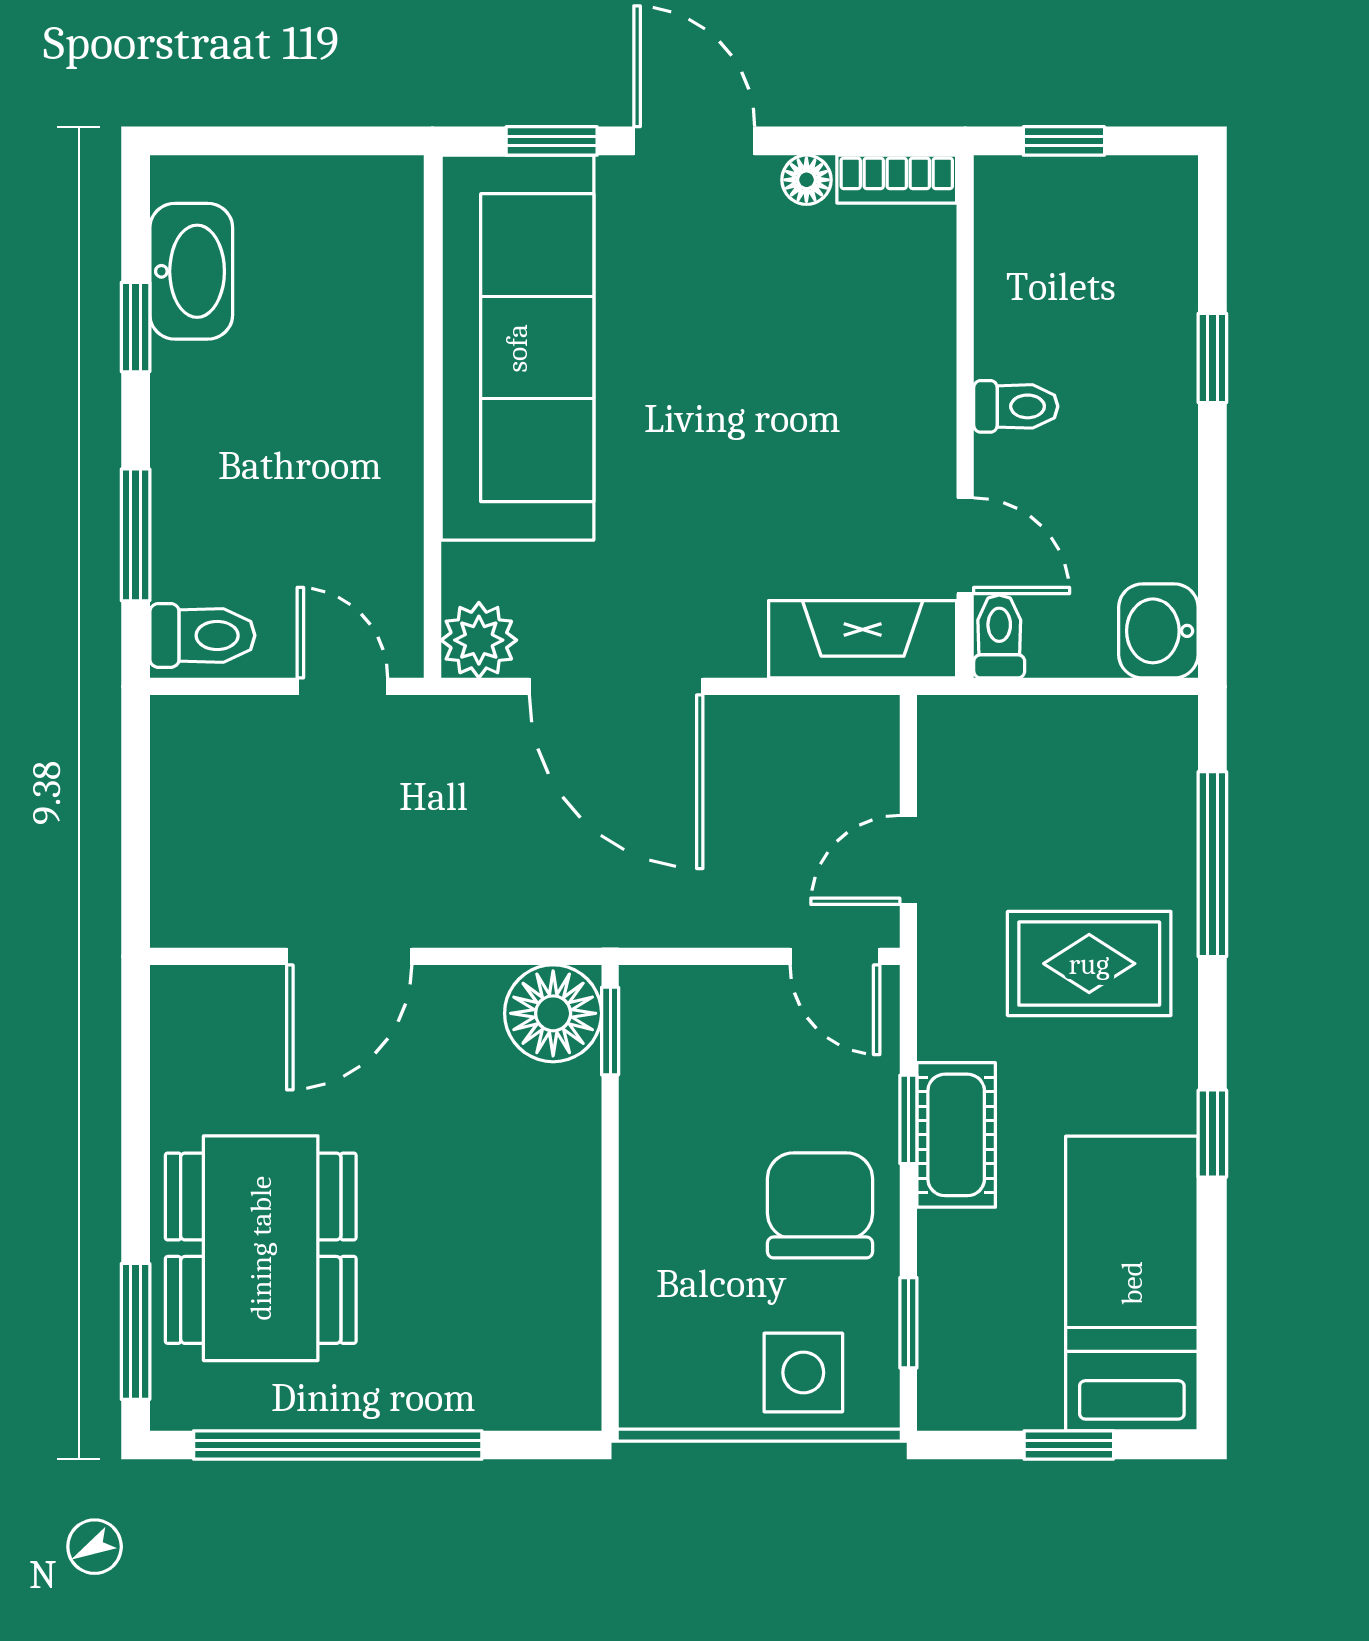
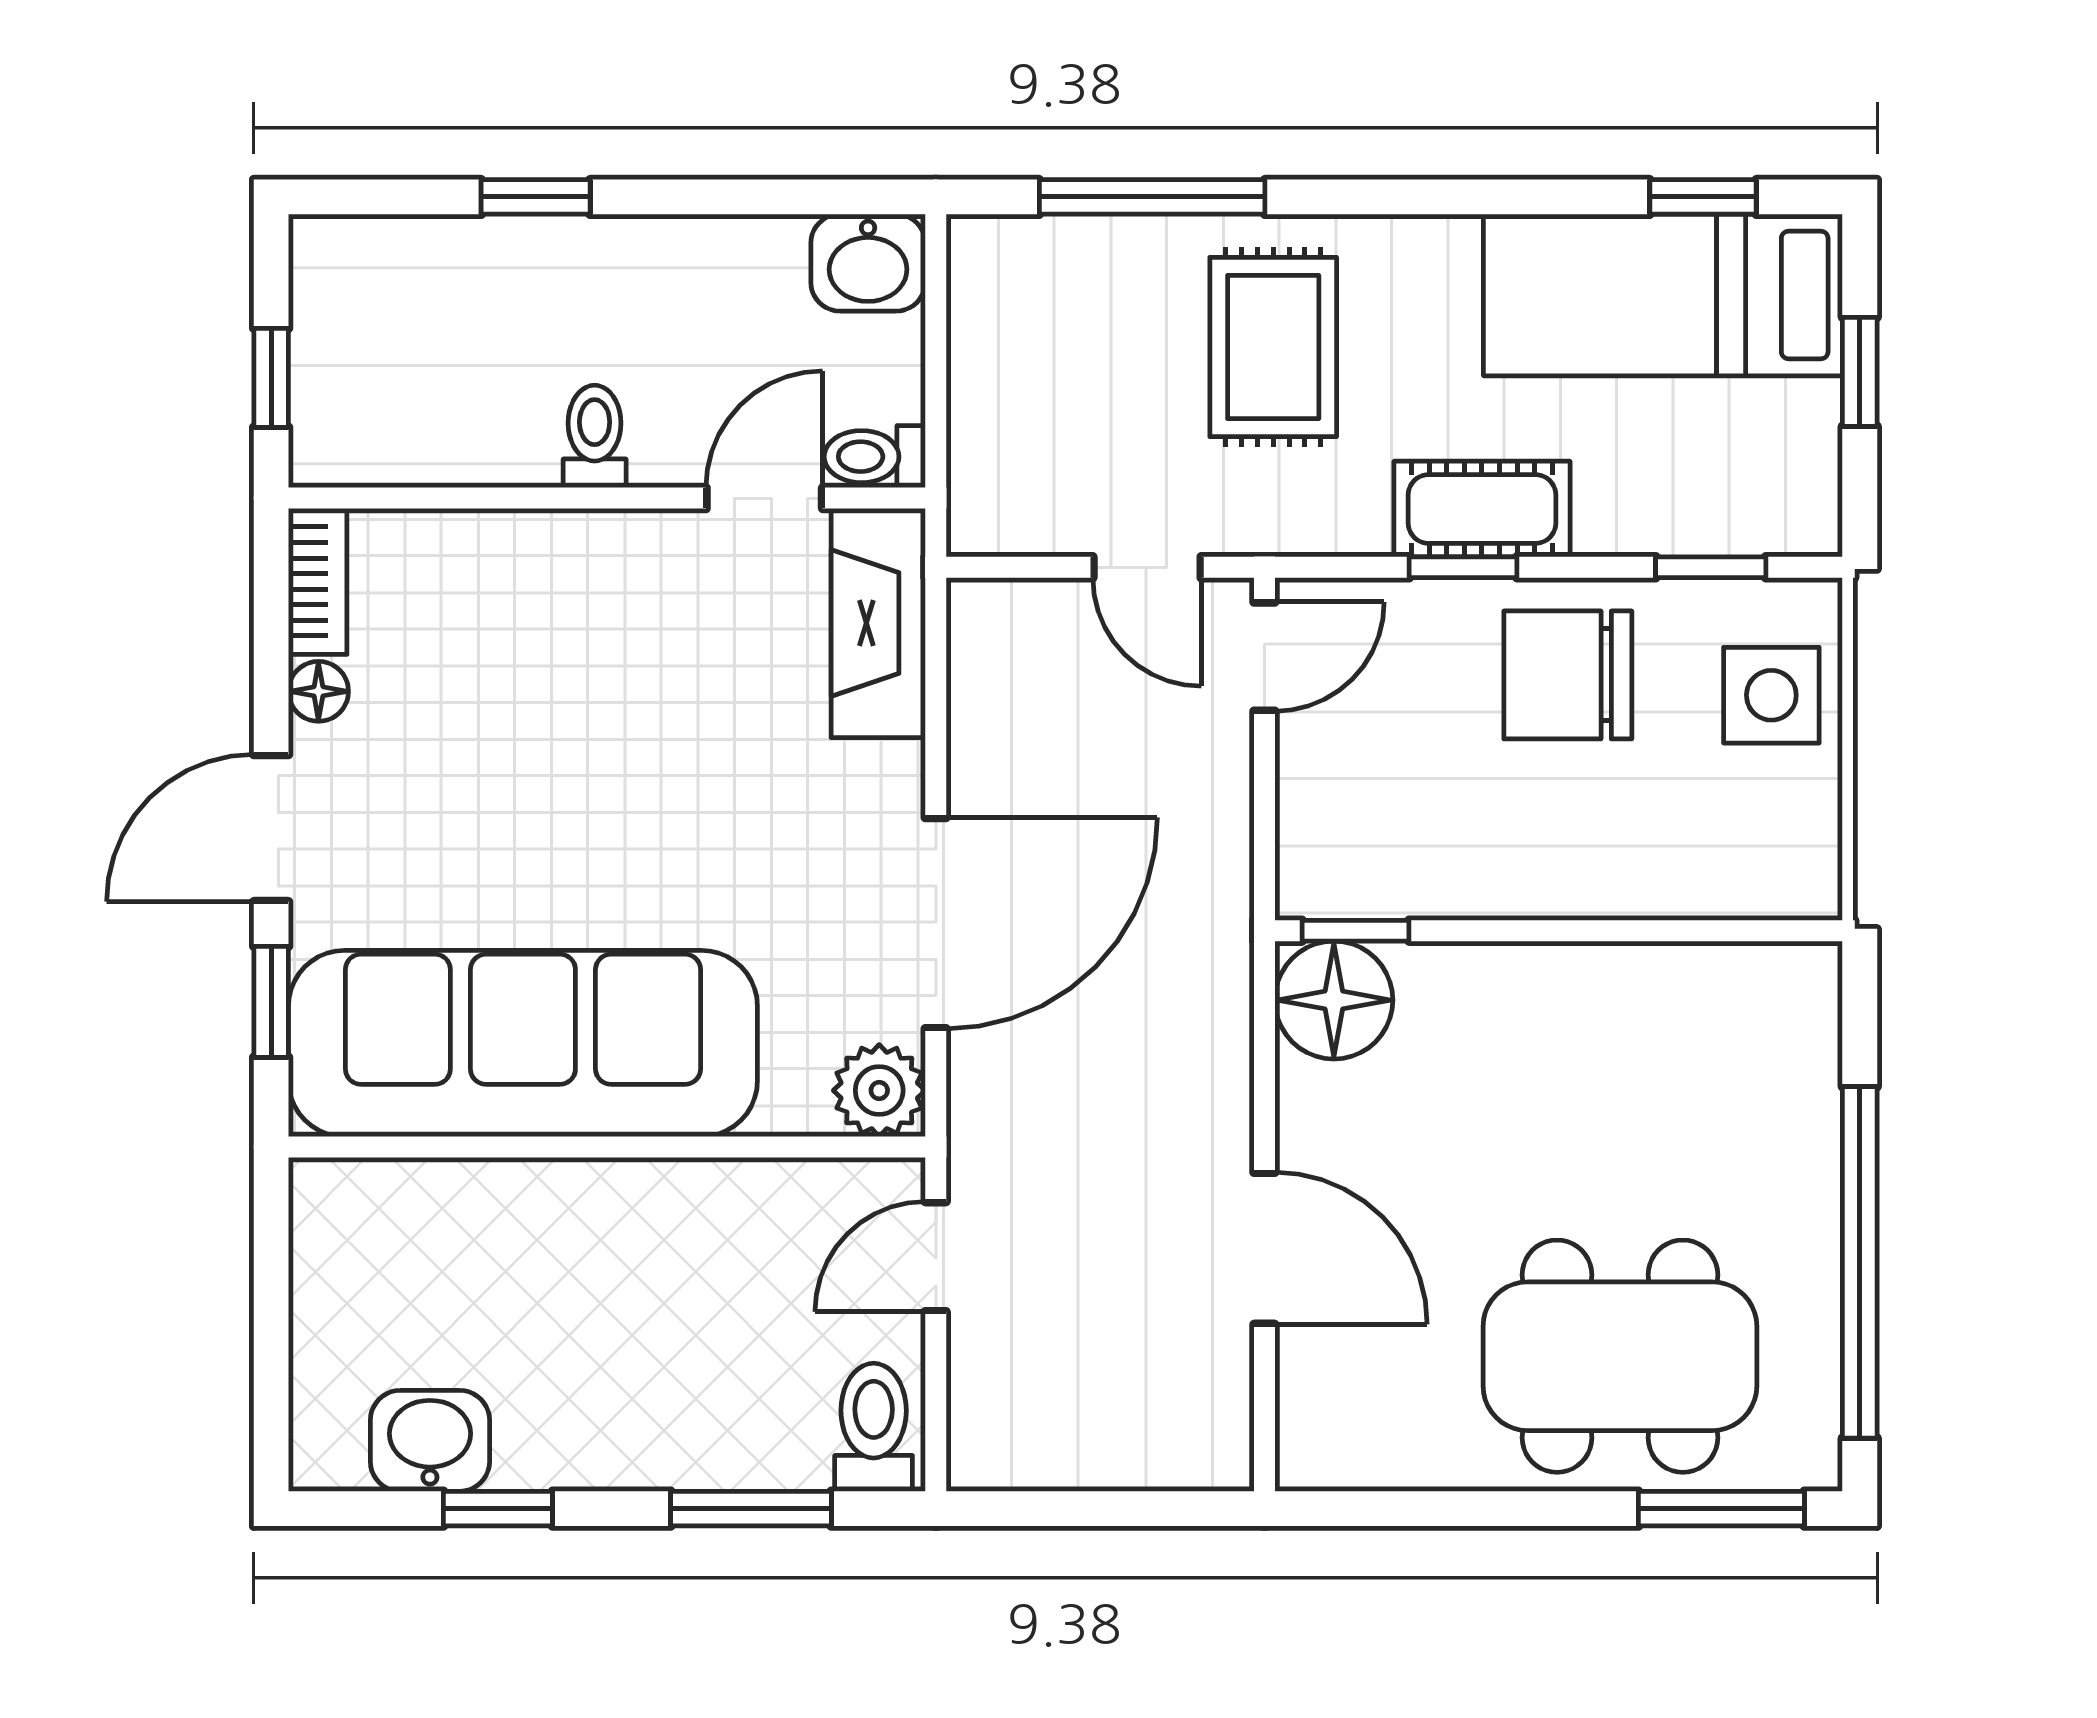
washbasin: (191, 271) -> (430, 1441), width x0.72
window: (1212, 1134) -> (1703, 197), moved

